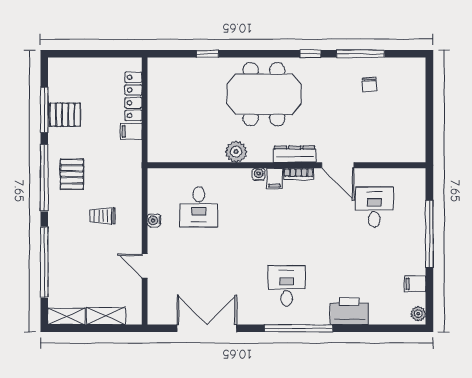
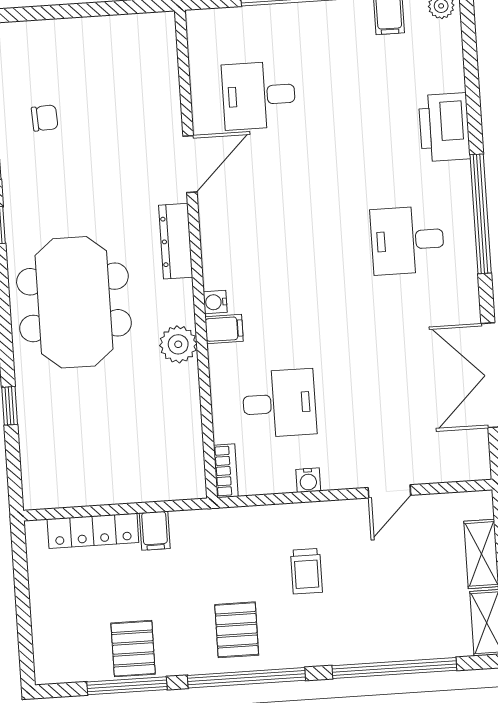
pallet: (72, 174) -> (237, 630), turned 90
bookcase: (299, 174) -> (226, 471), moved
filing cabinet: (274, 178) -> (224, 329), moved

